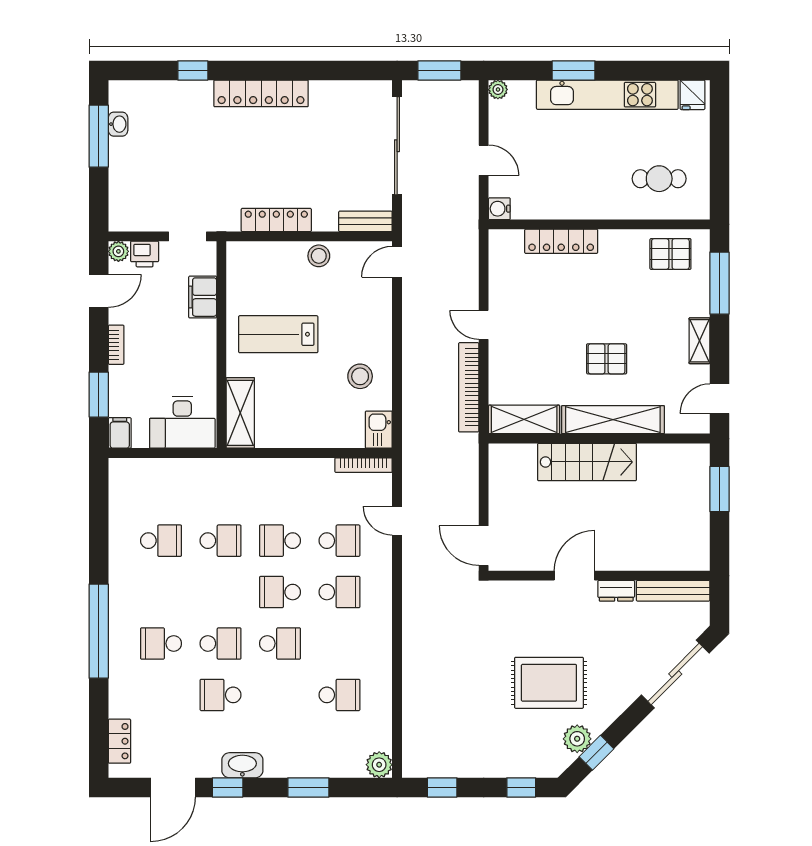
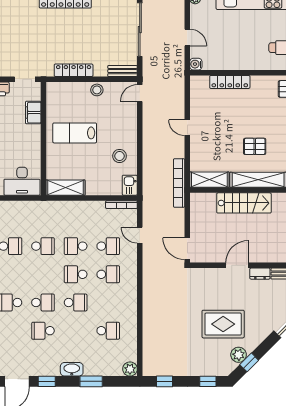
bookcase: (469, 387) -> (179, 183), moved
shelving: (240, 413) -> (65, 188), moved, turned 90
washbasin: (242, 765) -> (72, 369), moved

